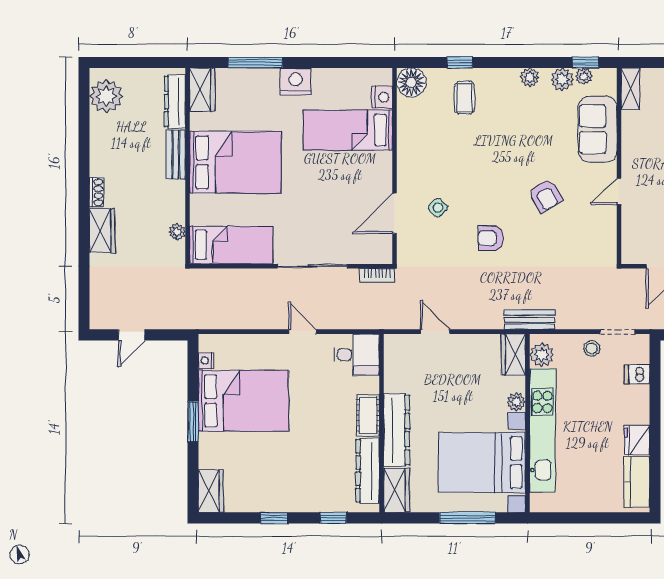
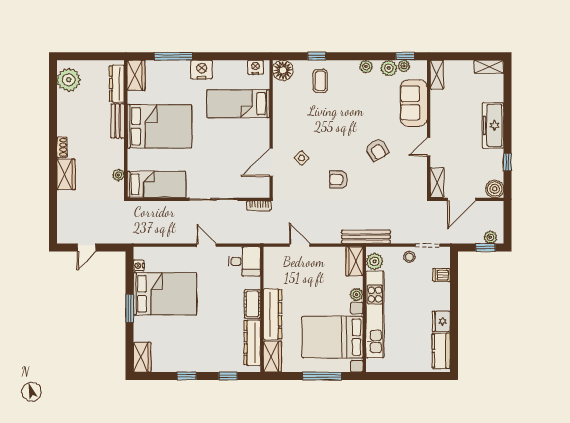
nightstand: (382, 97) -> (256, 67), moved, turned -90
shelving: (631, 243) -> (437, 183), added
bench: (530, 320) -> (366, 237), width x1.36

